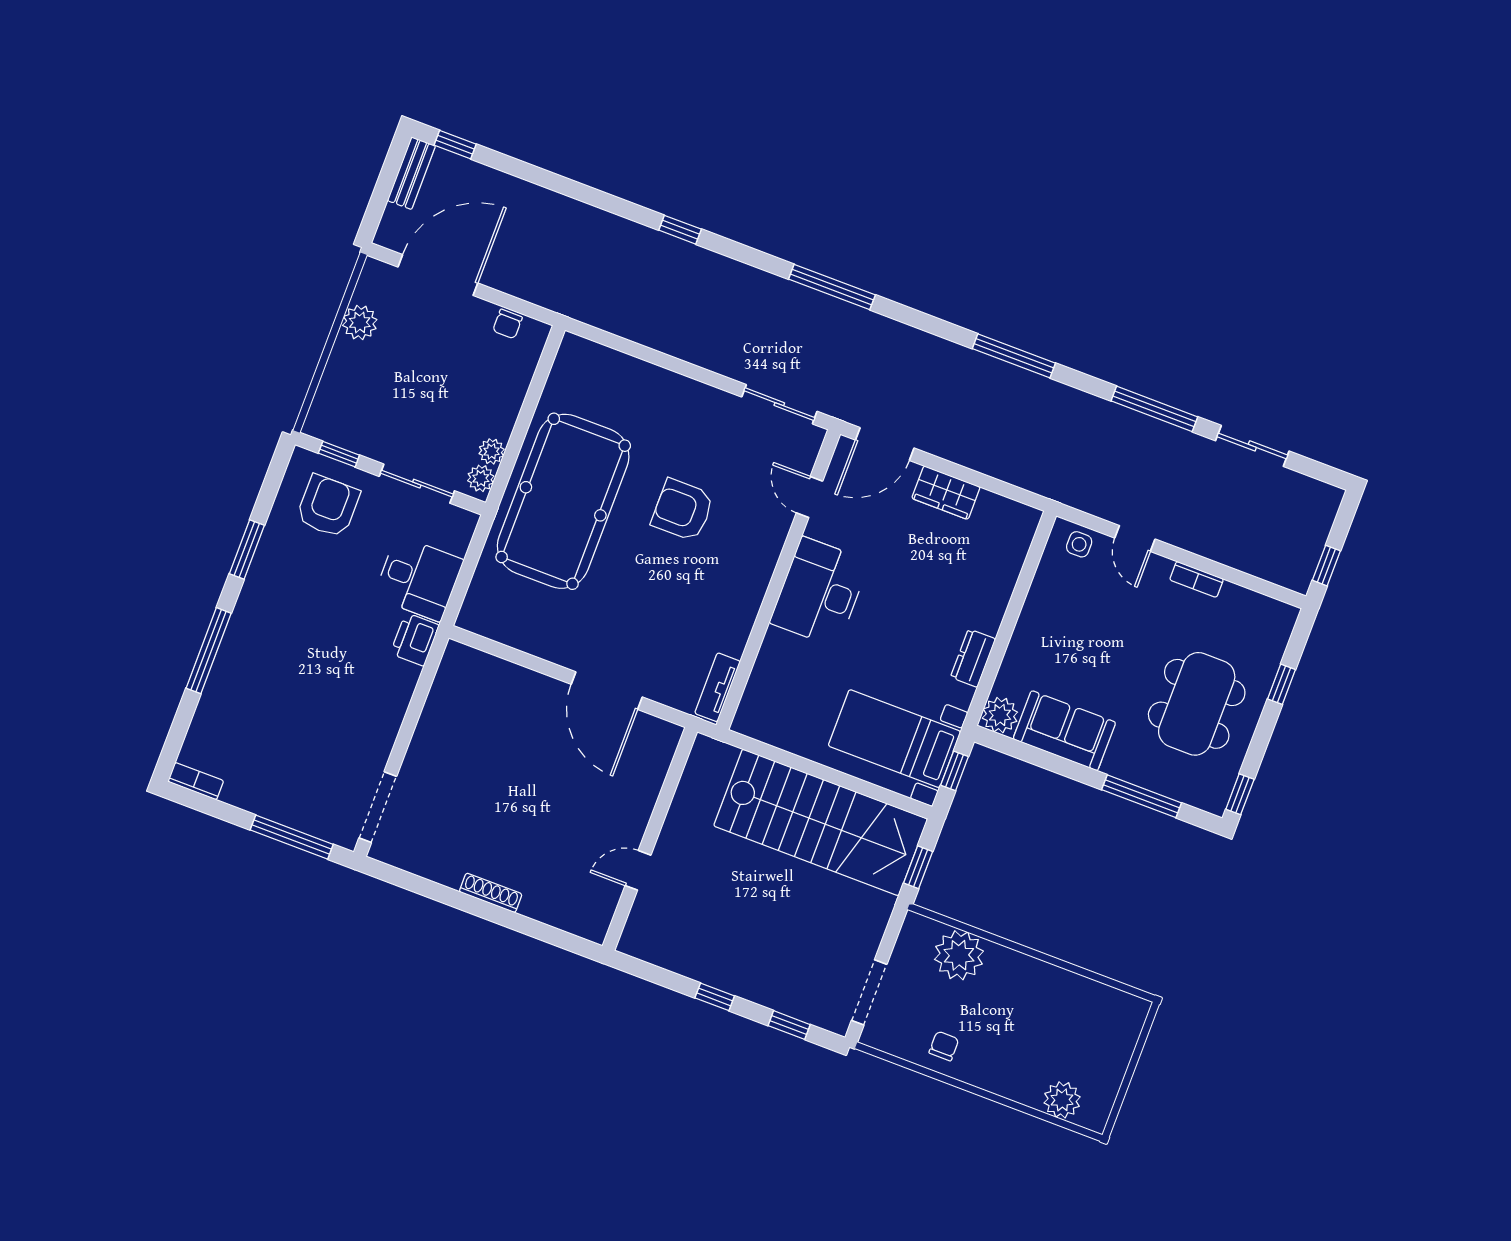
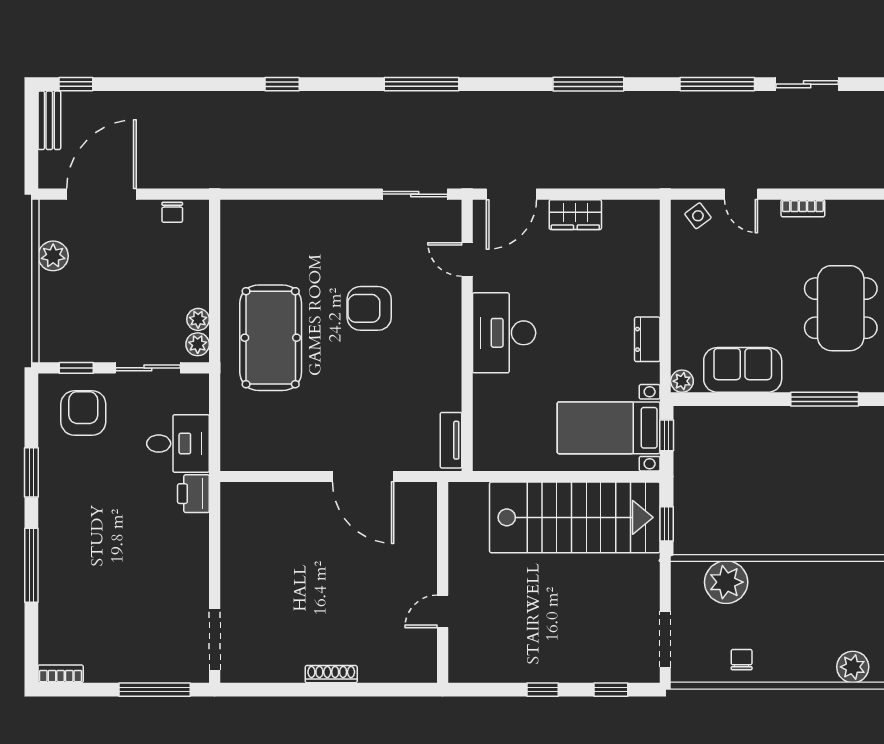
pool table: (563, 501) -> (271, 338), width x0.73, depth x0.76
side table: (1079, 544) -> (698, 216), turned -37
plant: (1000, 715) -> (682, 381), width x0.73, depth x0.73

